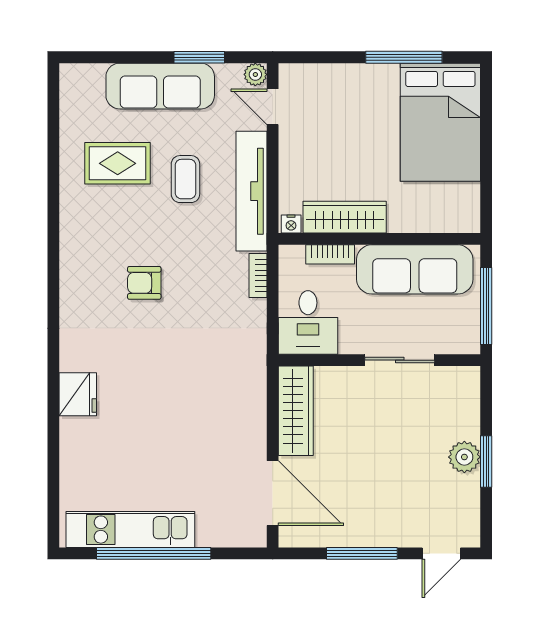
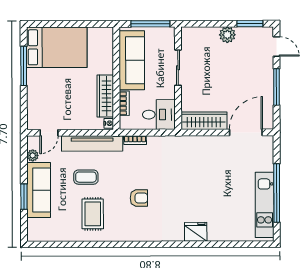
window: (199, 57) -> (24, 197), moved
plant: (255, 74) -> (33, 155), moved
rug: (118, 163) -> (93, 214), moved
armchair: (144, 283) -> (139, 198), turned -90
window: (486, 461) -> (250, 24), moved

